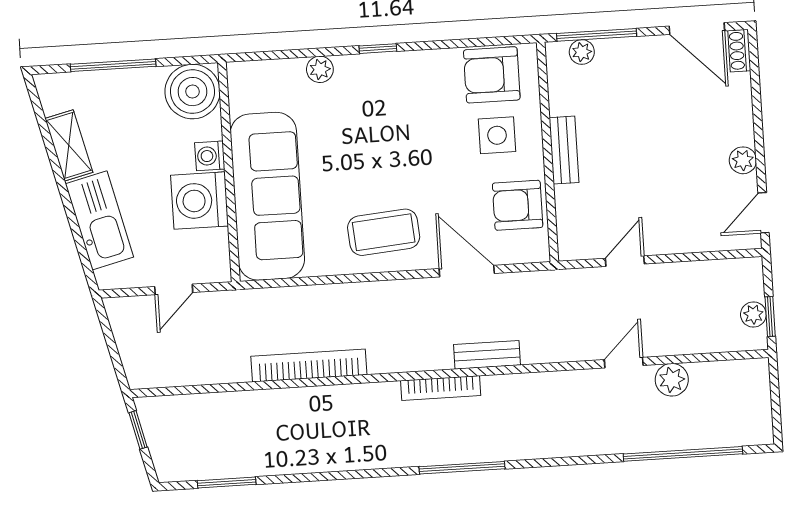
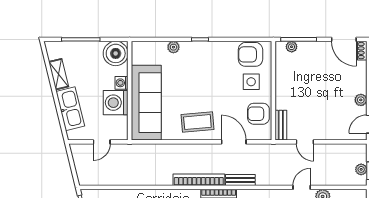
bench: (564, 150) -> (281, 125), moved
door: (625, 261) -> (305, 142), swing flipped
bookcase: (309, 366) -> (199, 180), moved

